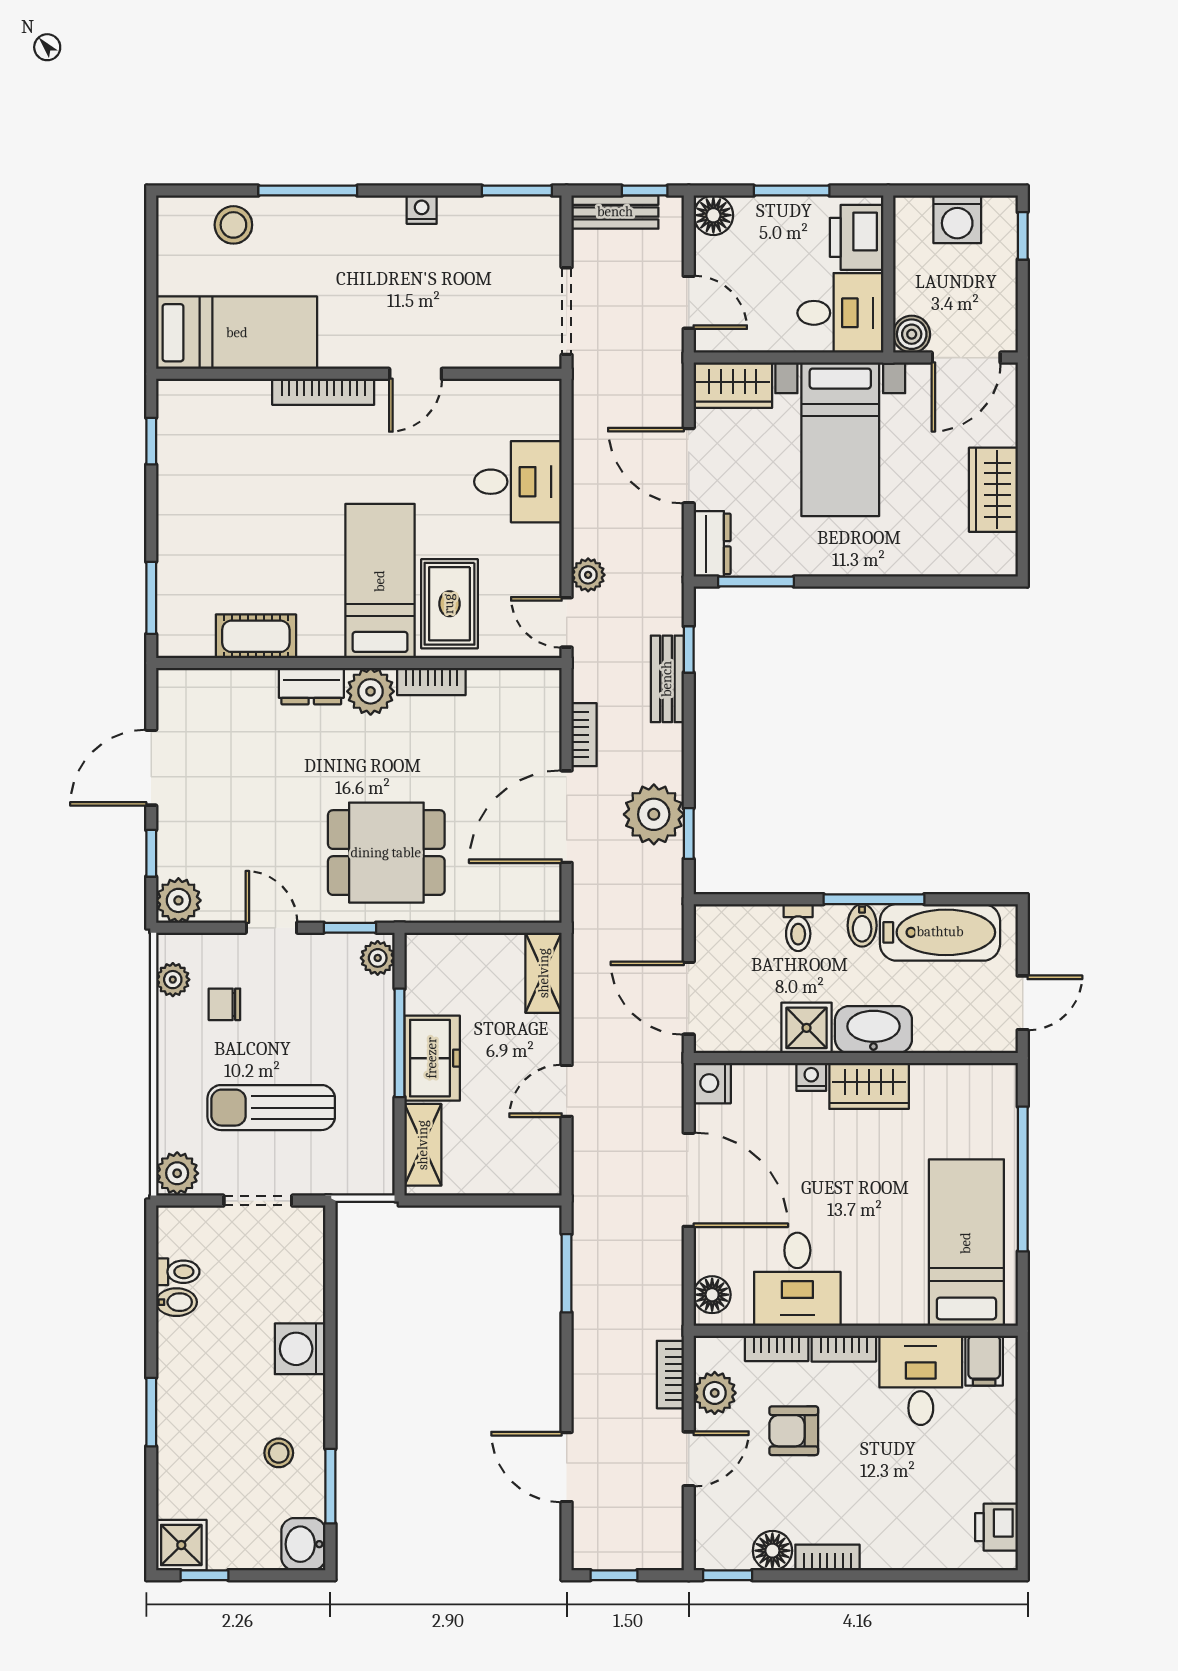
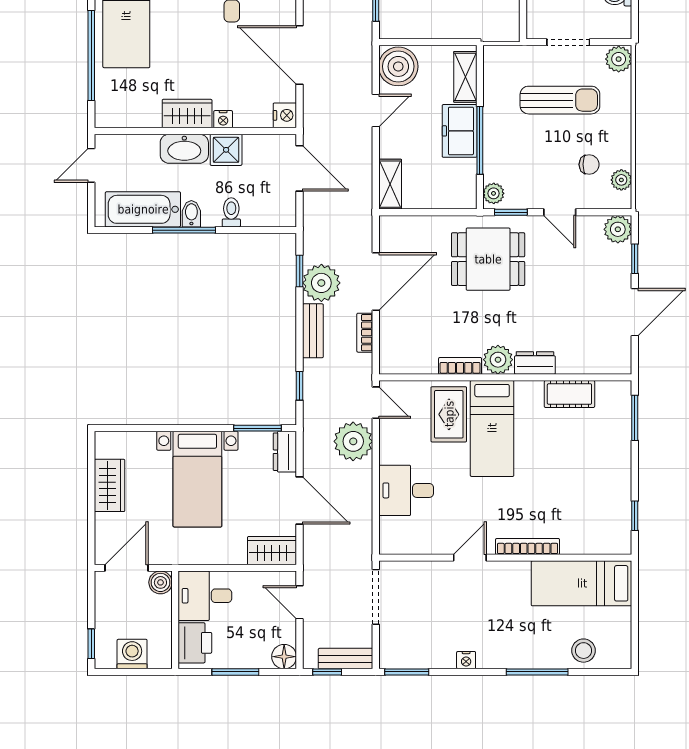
bed with nightstands: (840, 439) -> (197, 479), moved, turned 180
plant: (588, 575) -> (353, 441), width x1.88, depth x1.88
bench: (667, 679) -> (313, 331), moved
boiler: (530, 1161) -> (398, 66), added

